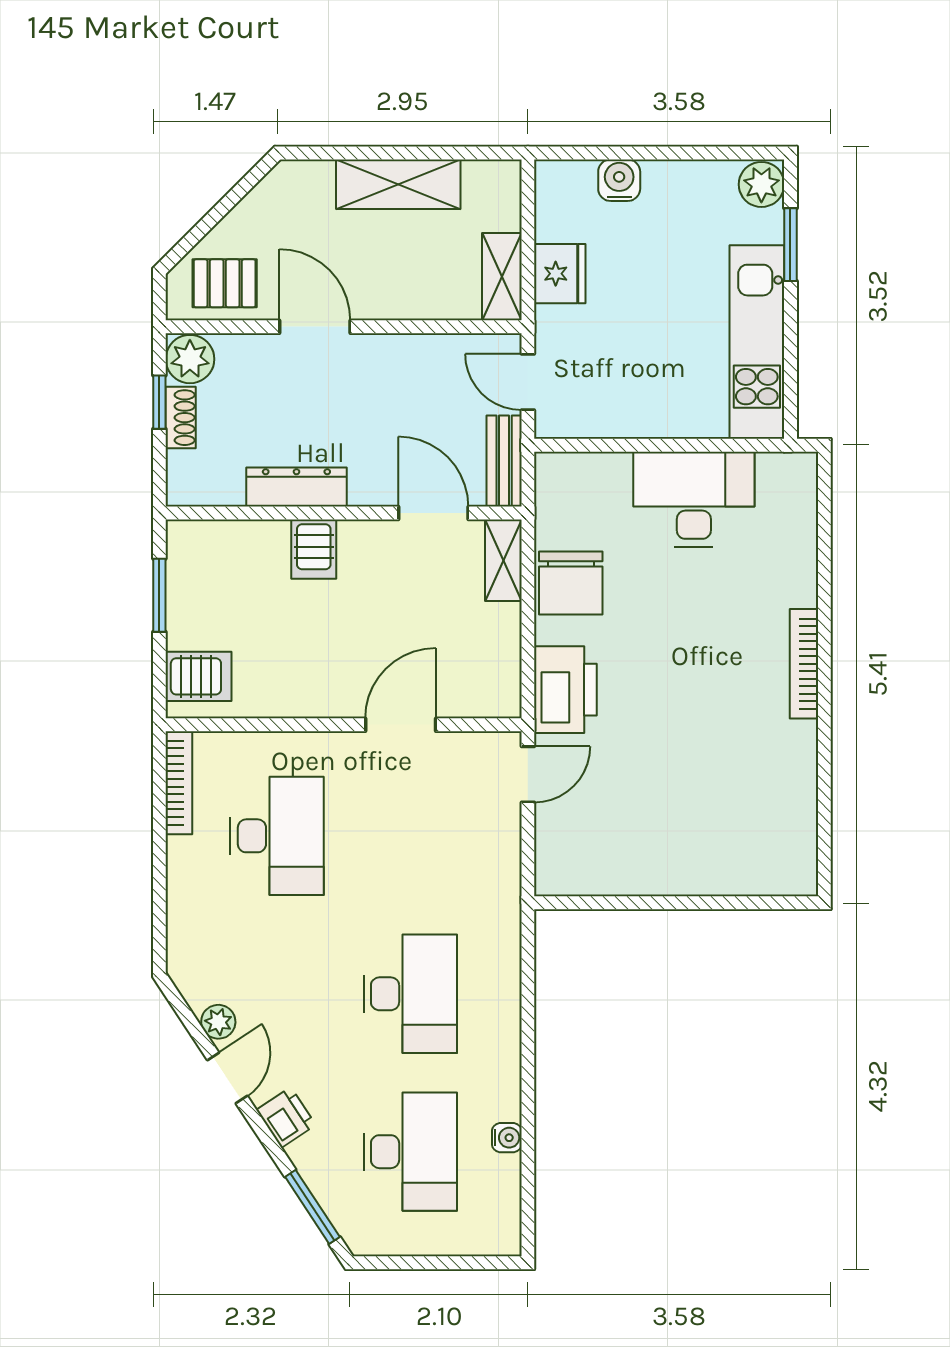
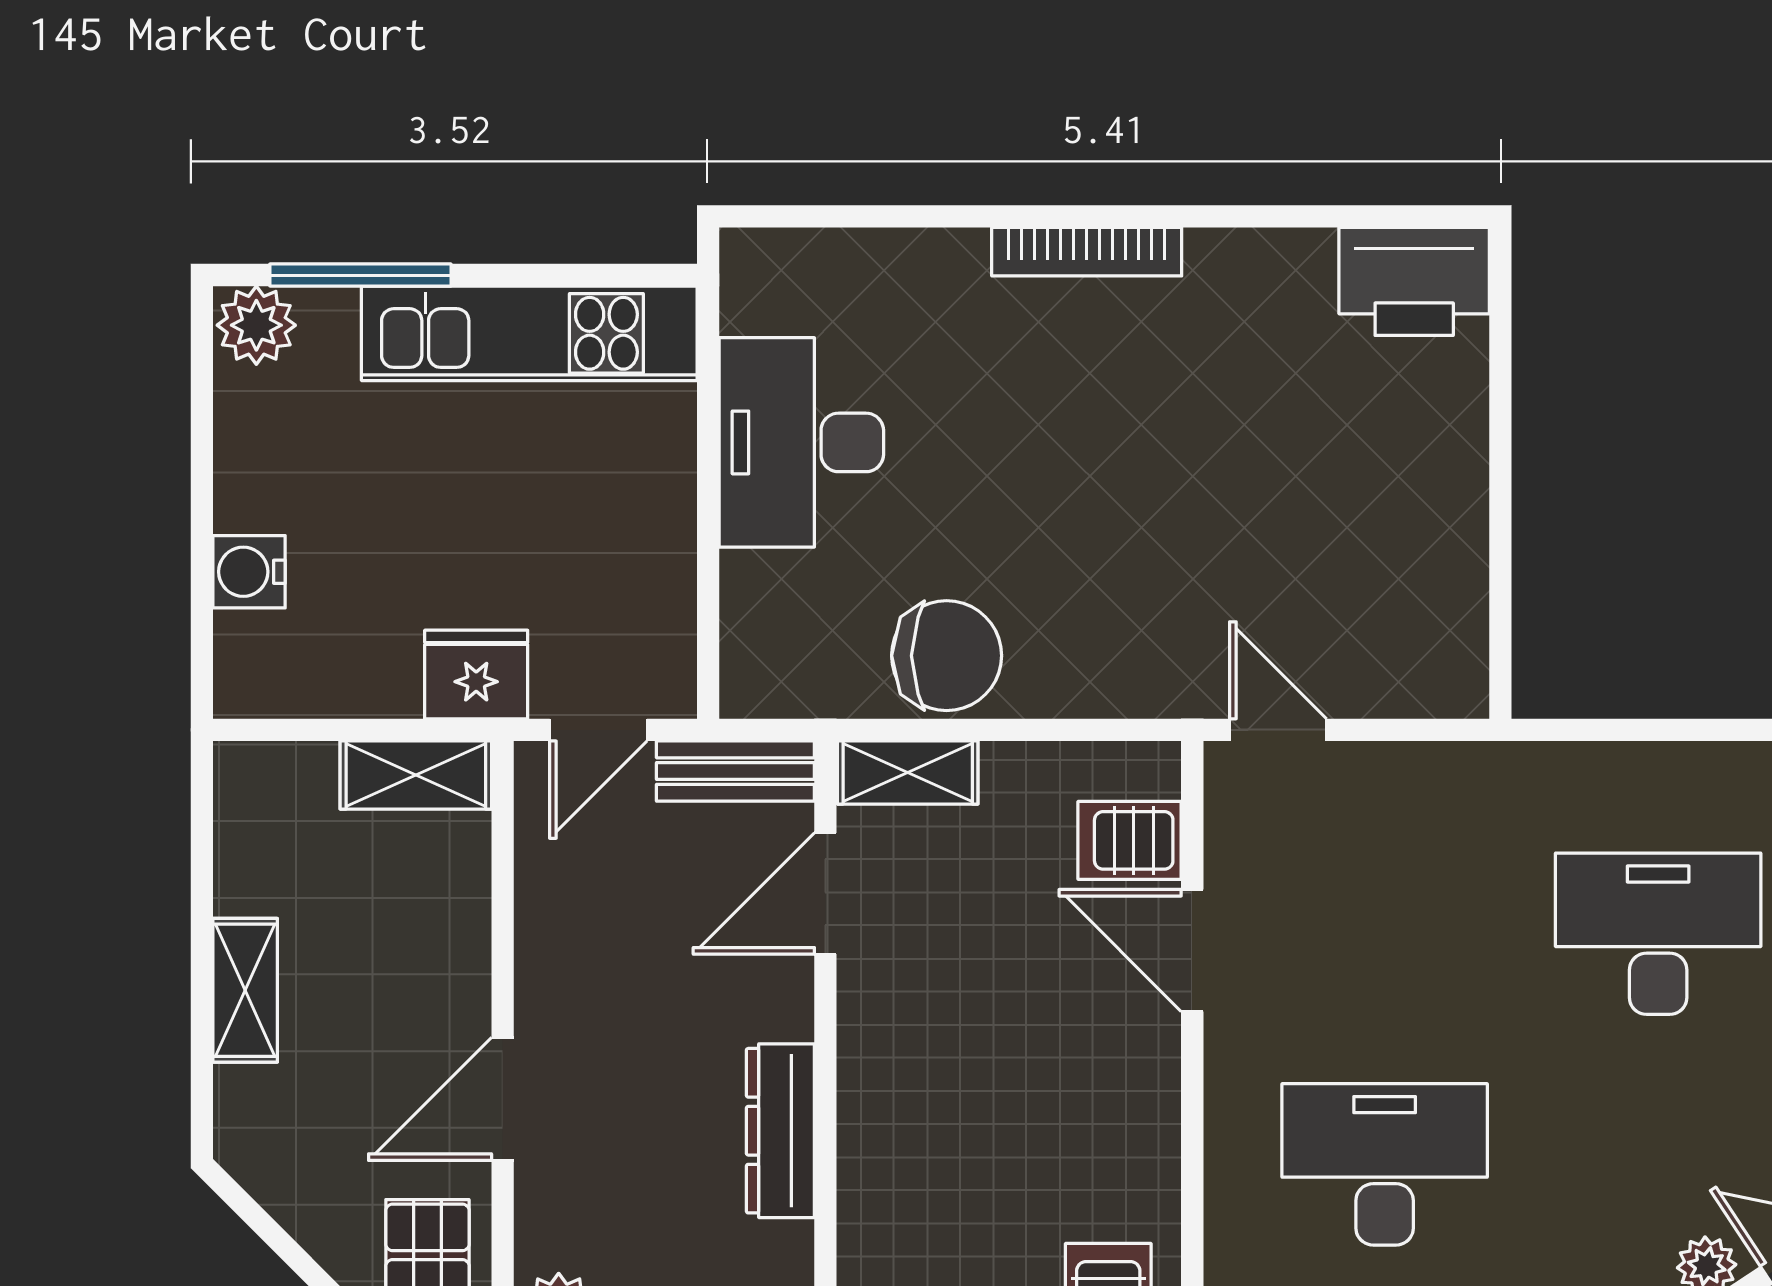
shelving: (398, 184) -> (245, 990), width x0.67, depth x0.75
window: (790, 245) -> (360, 275), width x1.44
fridge: (560, 274) -> (476, 675), moved
server rack: (314, 549) -> (1130, 840), moved, turned 180
printer: (565, 690) -> (1414, 281), moved, turned 180

